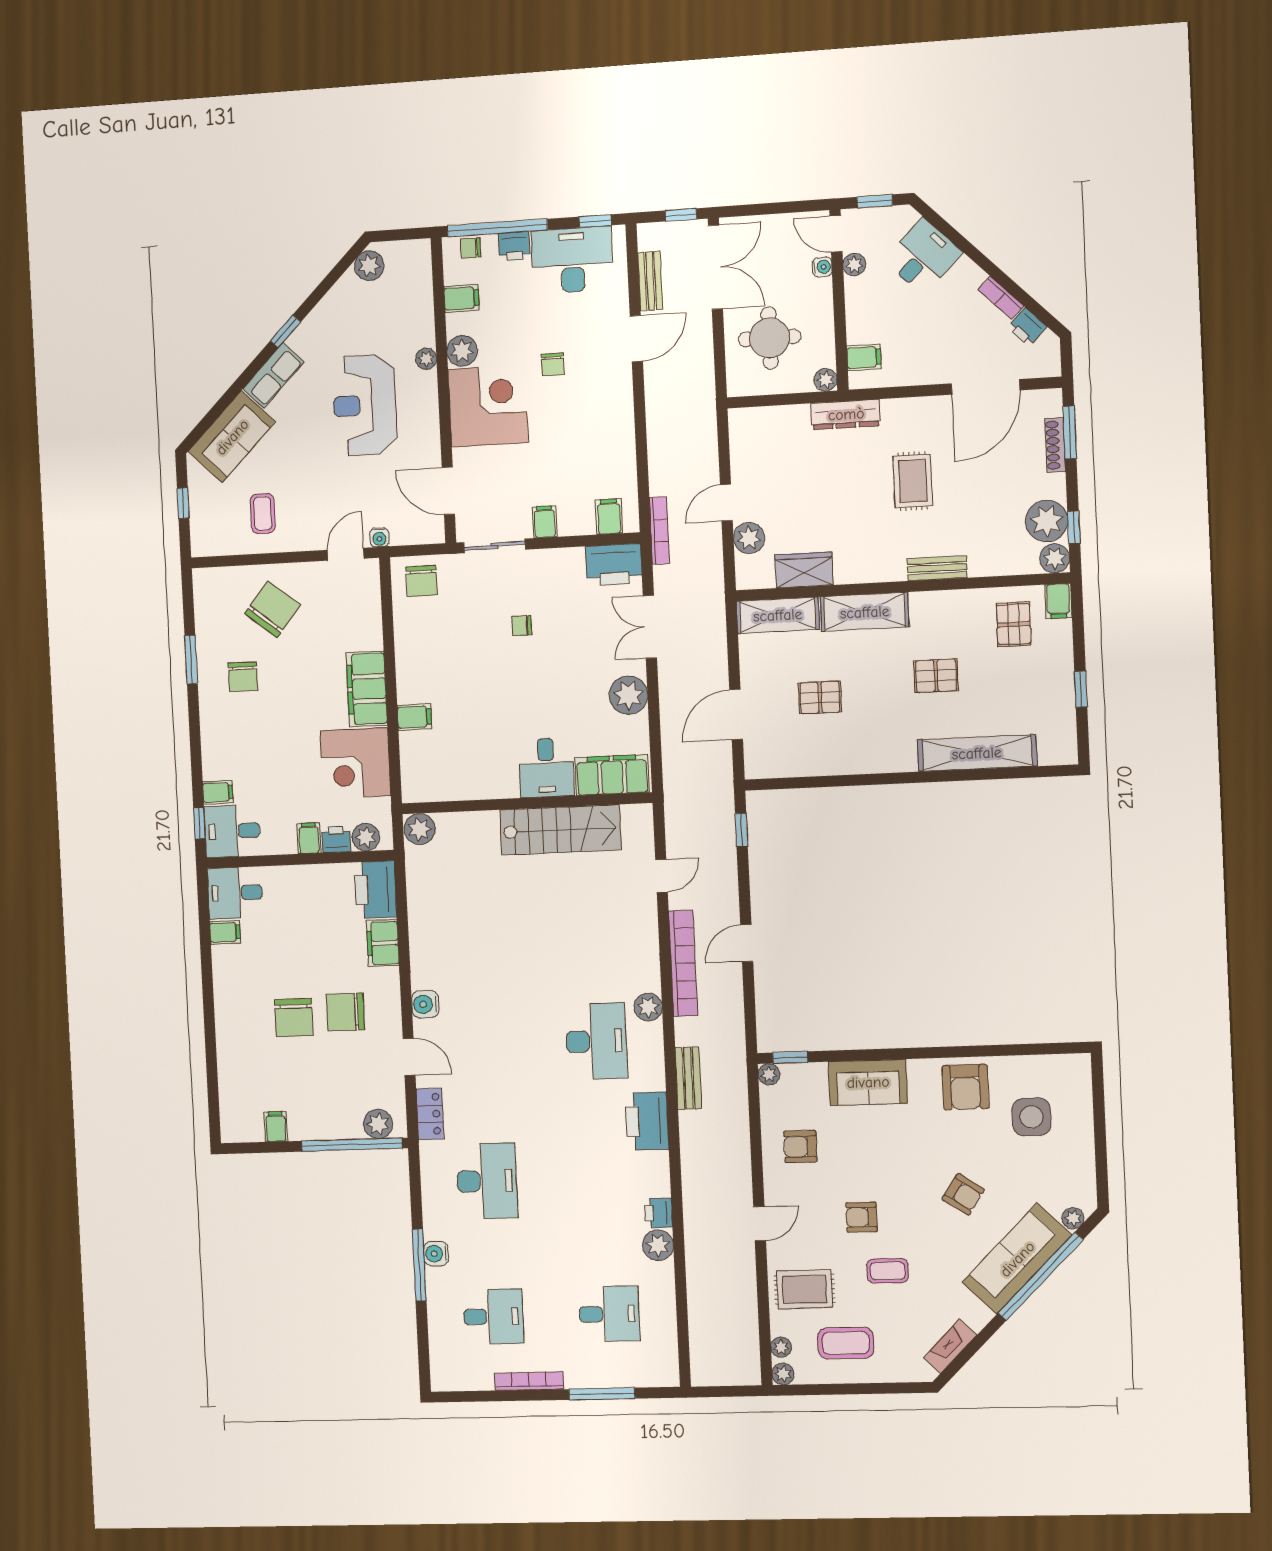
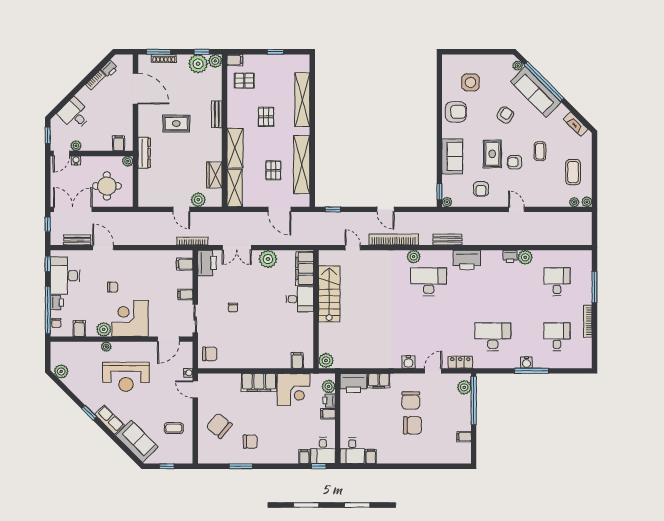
filing cabinet: (414, 717) -> (297, 360), moved
shelving: (836, 758) -> (302, 165), added
armchair: (862, 1217) -> (515, 162), turned 90
rug: (805, 1289) -> (492, 154), moved

